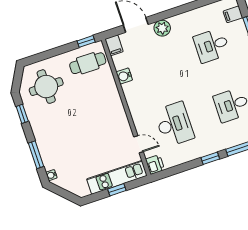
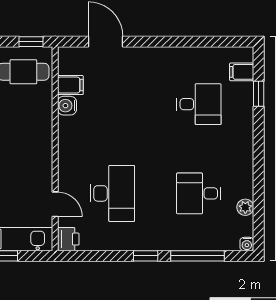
plant: (162, 28) -> (140, 58), removed
filing cabinet: (114, 45) -> (70, 85), moved, turned -90
desk: (212, 45) -> (199, 104), turned 180

